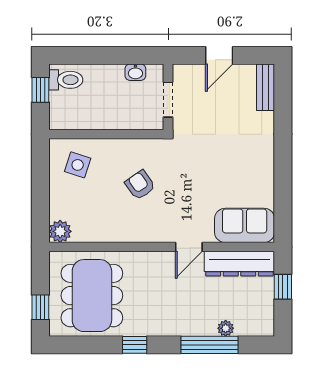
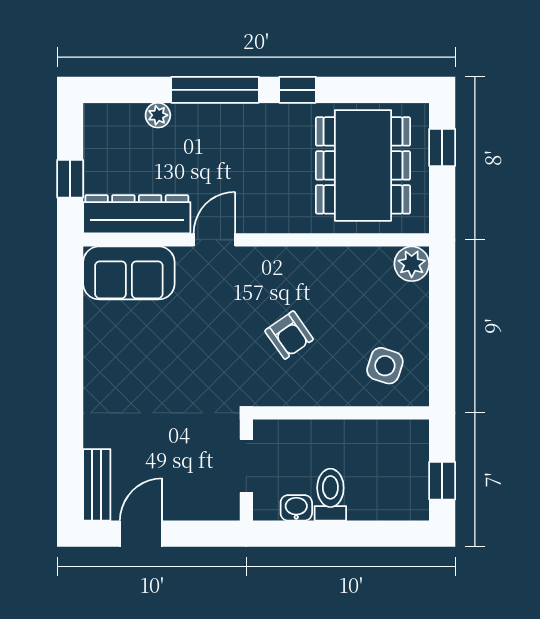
door: (219, 55) -> (141, 534), moved
toilet: (66, 80) -> (330, 495), moved, turned 90
window: (209, 345) -> (215, 90), moved

